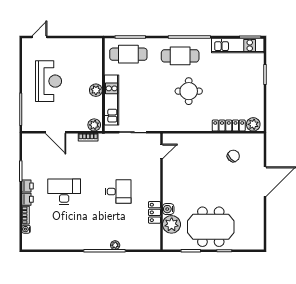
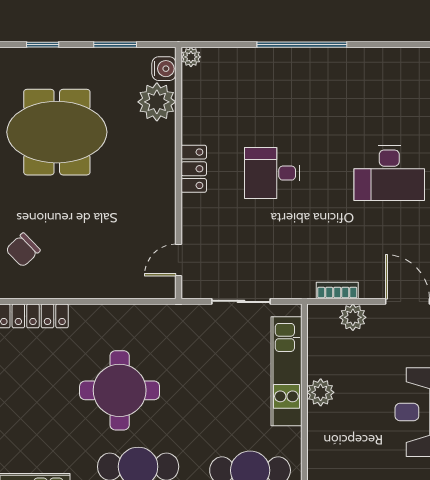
round table: (189, 91) -> (120, 390), width x1.36, depth x1.36
plant: (94, 125) -> (353, 317), moved
water cooler: (168, 209) -> (164, 69), moved
locker: (154, 212) -> (194, 169), moved
meeting table: (211, 227) -> (57, 132), moved
plant: (115, 245) -> (191, 57), moved

